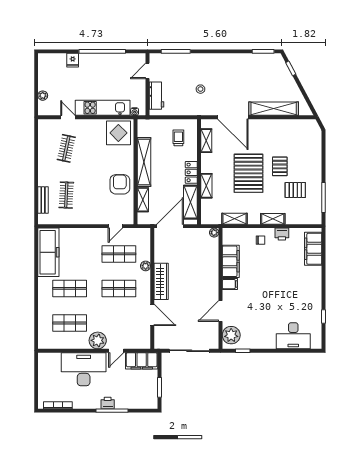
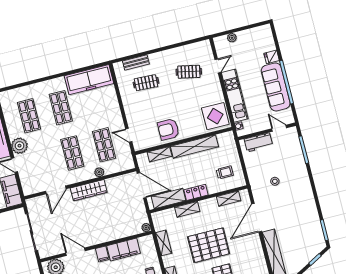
sofa: (104, 64) -> (276, 87), added
armchair: (120, 184) -> (168, 129), turned 180

